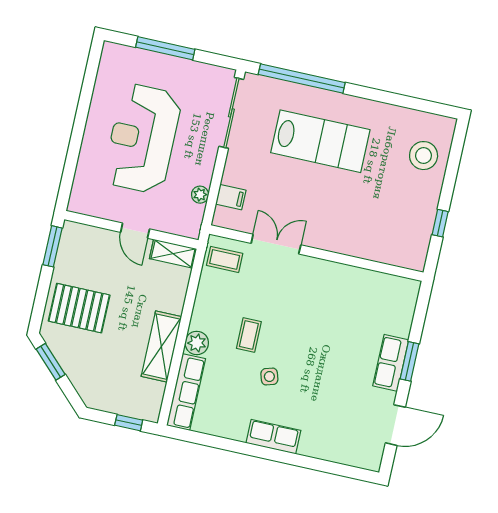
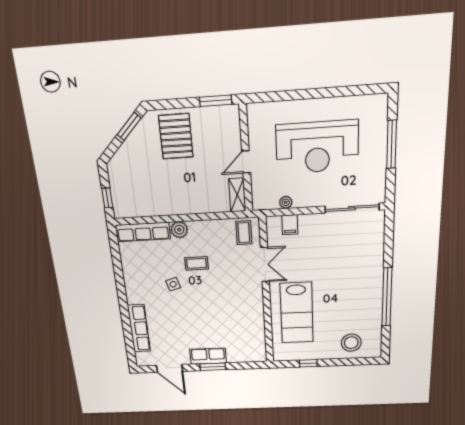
window: (302, 79) -> (387, 297), moved
reception desk: (142, 139) -> (317, 147), turned 180
lab bench: (320, 141) -> (297, 313), moved
shelving: (161, 347) -> (168, 206), removed
row of seats: (273, 437) -> (139, 328), moved, width x1.48

